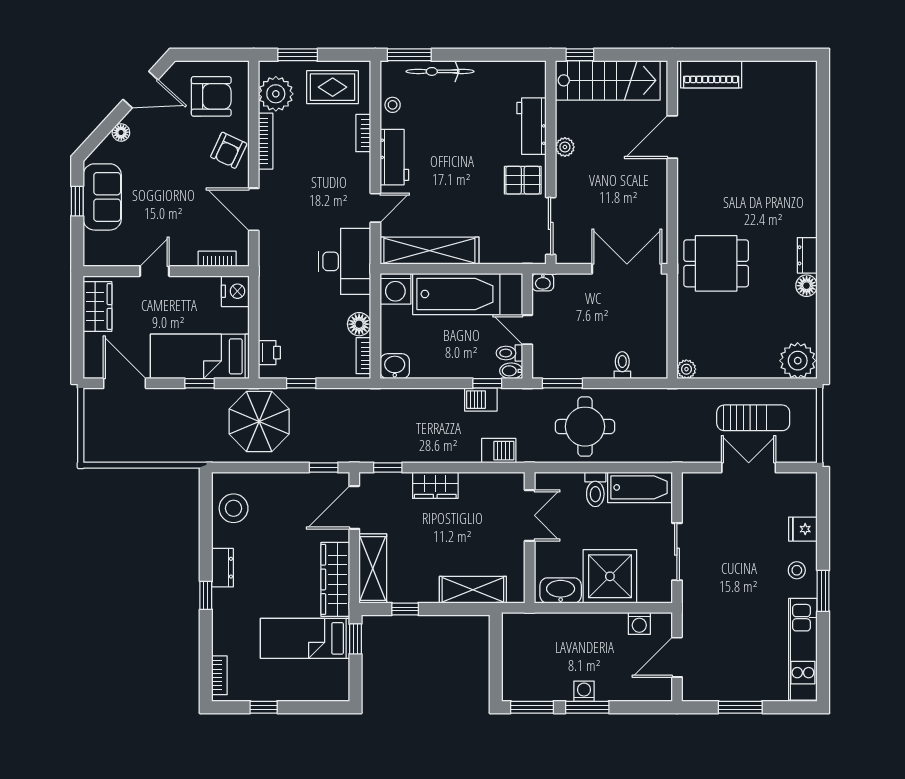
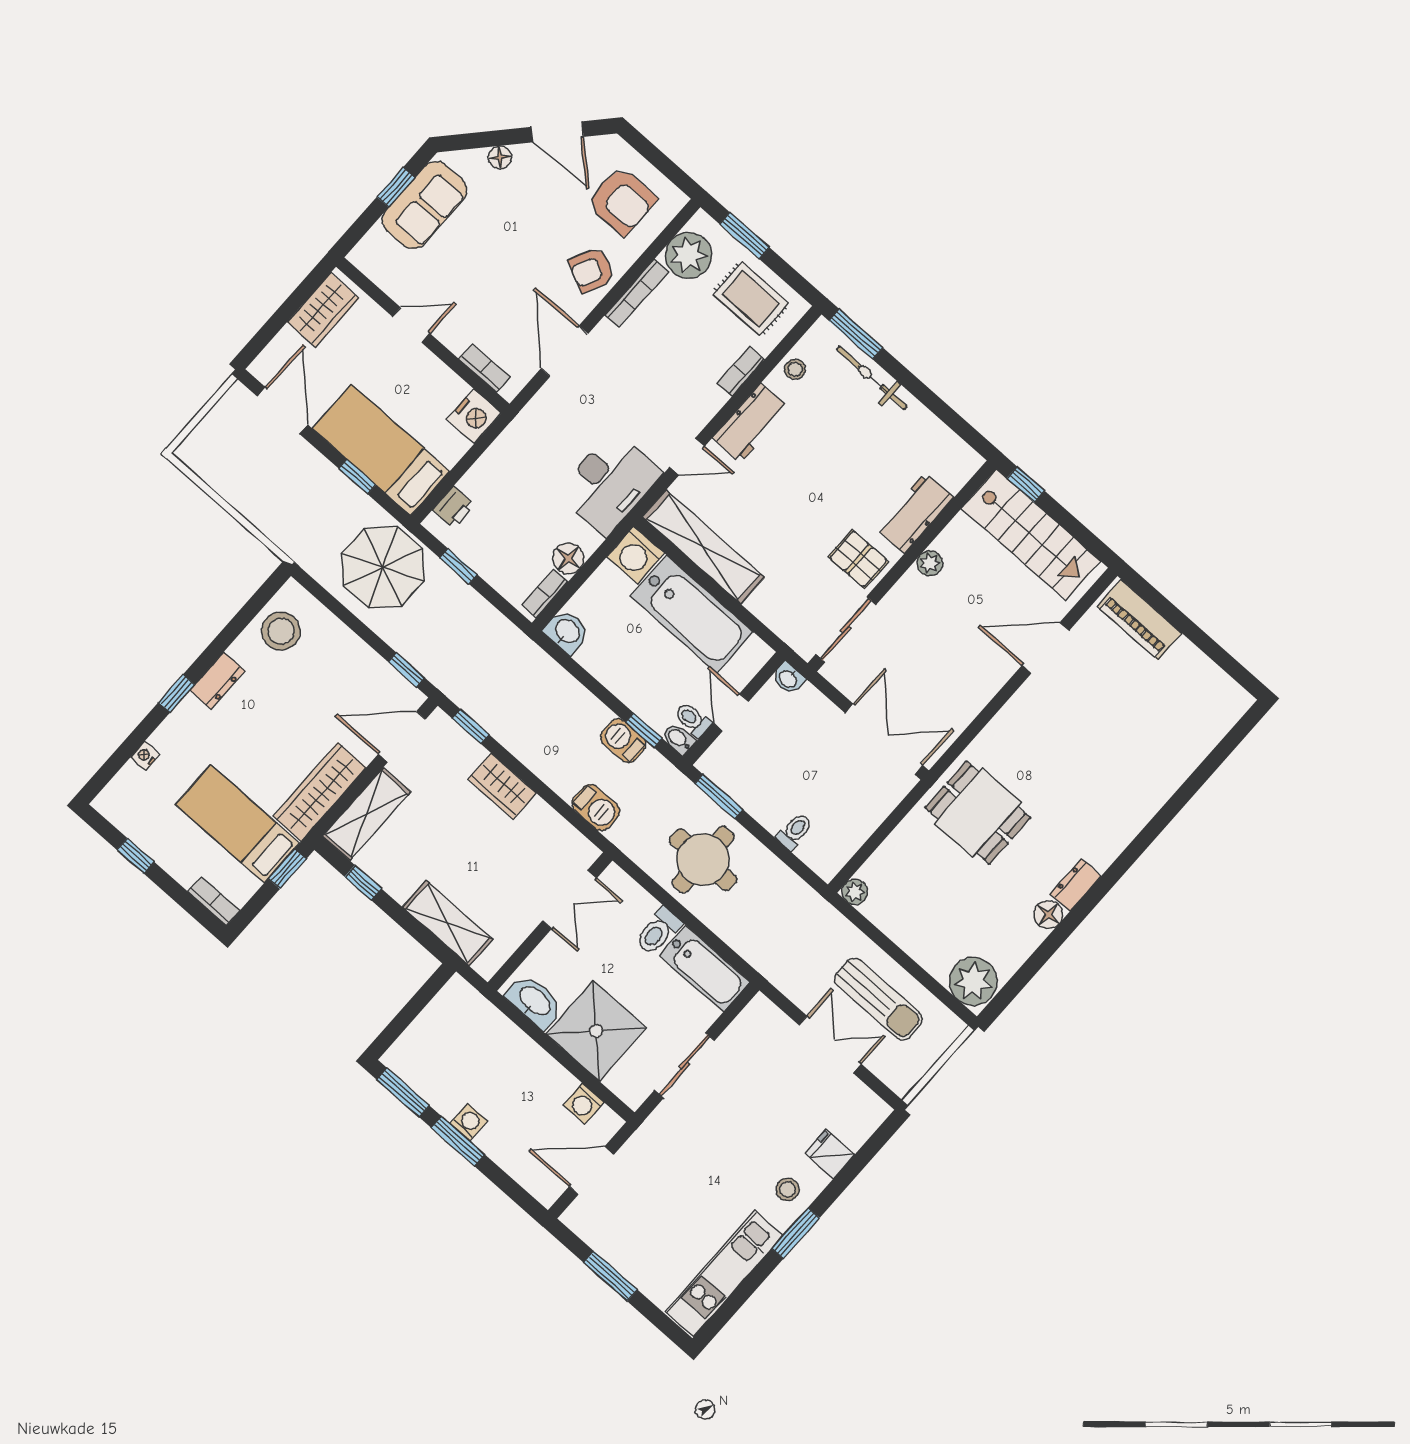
nightstand: (219, 646) -> (145, 756), added
bookcase: (219, 675) -> (214, 901), moved, turned -90

